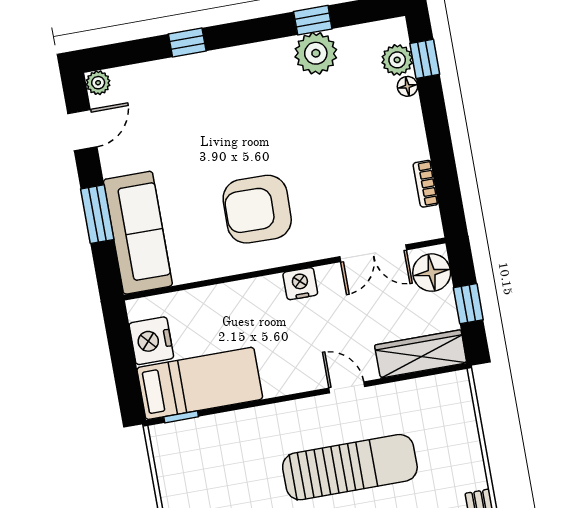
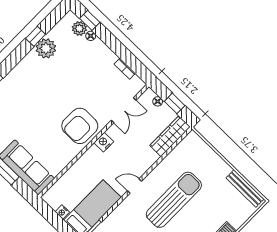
armchair: (257, 209) -> (80, 126), moved
floor lamp: (432, 273) -> (158, 101), width x0.53, depth x0.53
nightstand: (151, 341) -> (62, 212), width x0.53, depth x0.56
door: (347, 387) -> (134, 186), moved

